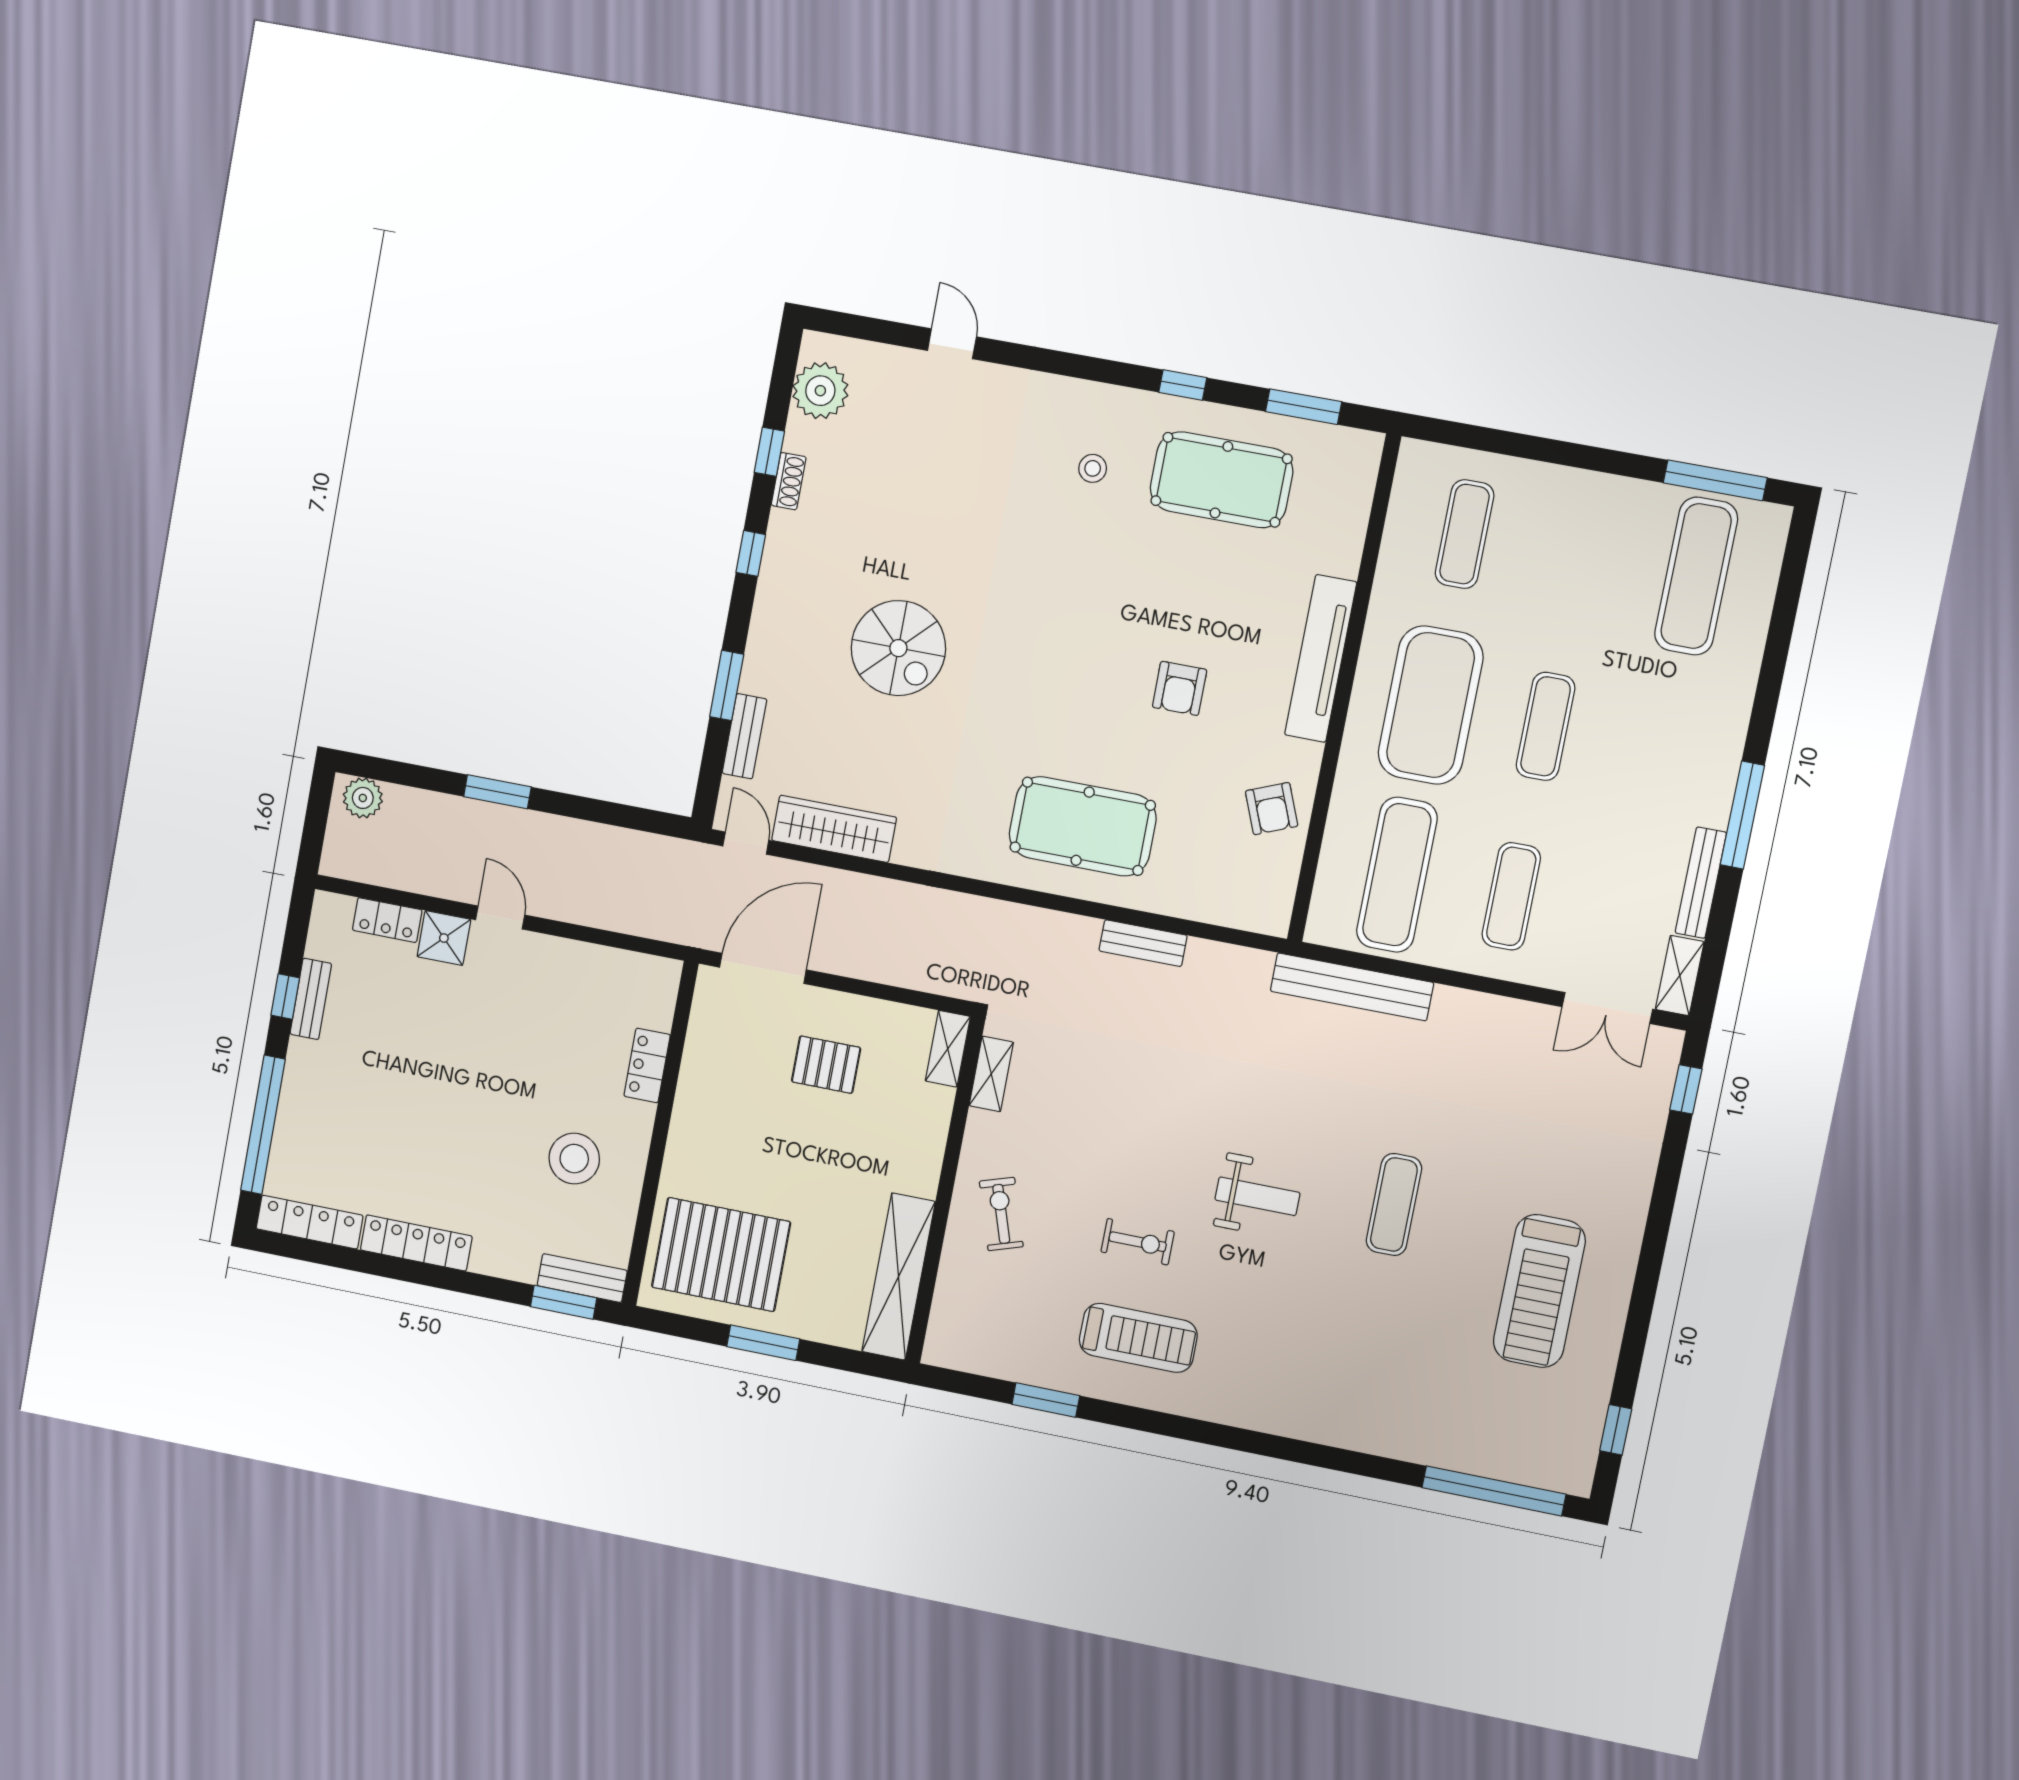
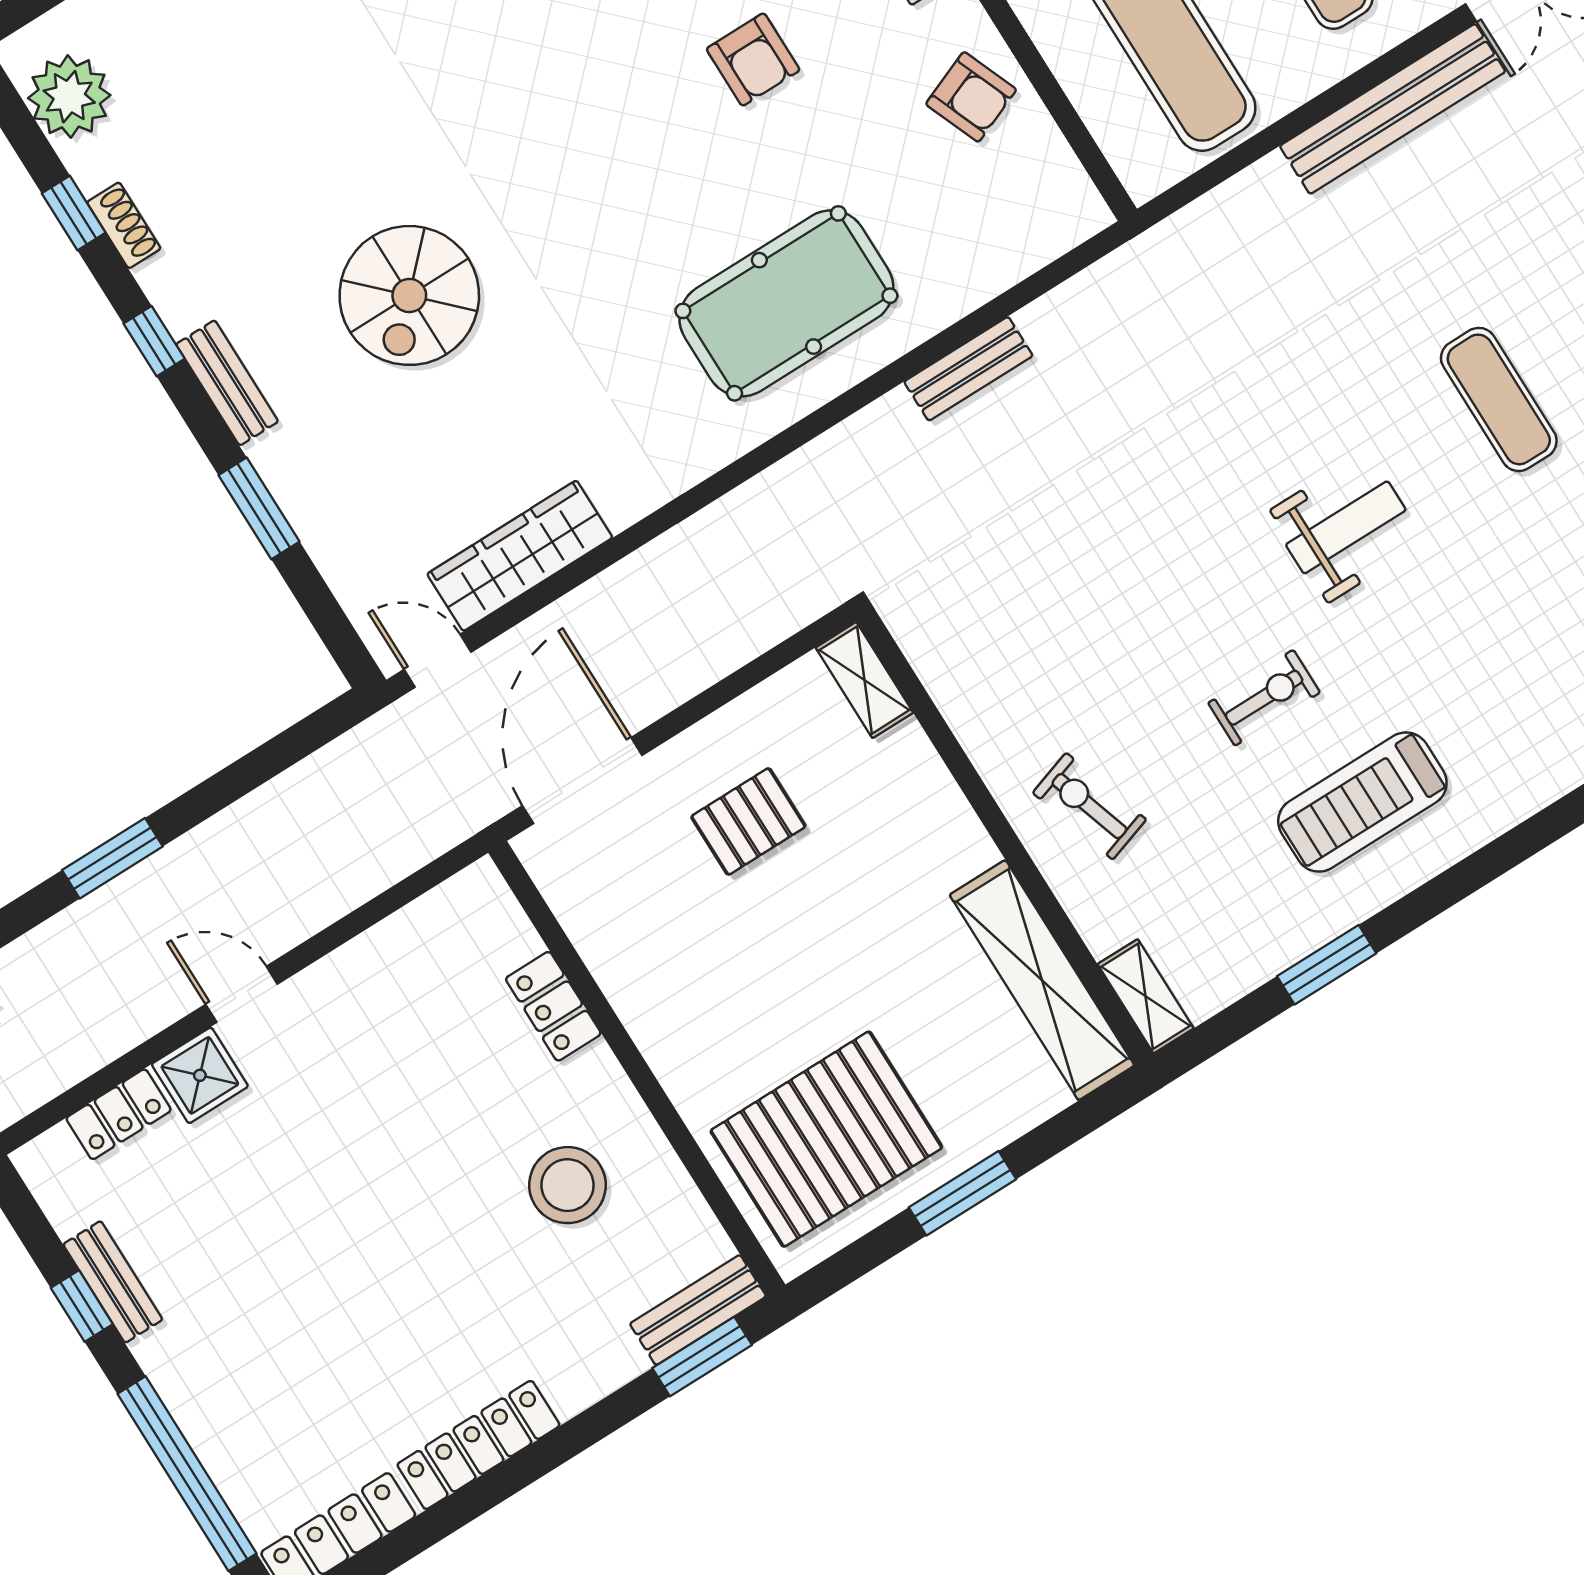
spiral stairs: (898, 648) -> (409, 295), turned 90
bench: (744, 736) -> (227, 383), moved
bench: (1352, 987) -> (1393, 109), moved
shelving: (991, 1074) -> (1146, 996), moved
treadmill: (1138, 1338) -> (1362, 802), turned 180

